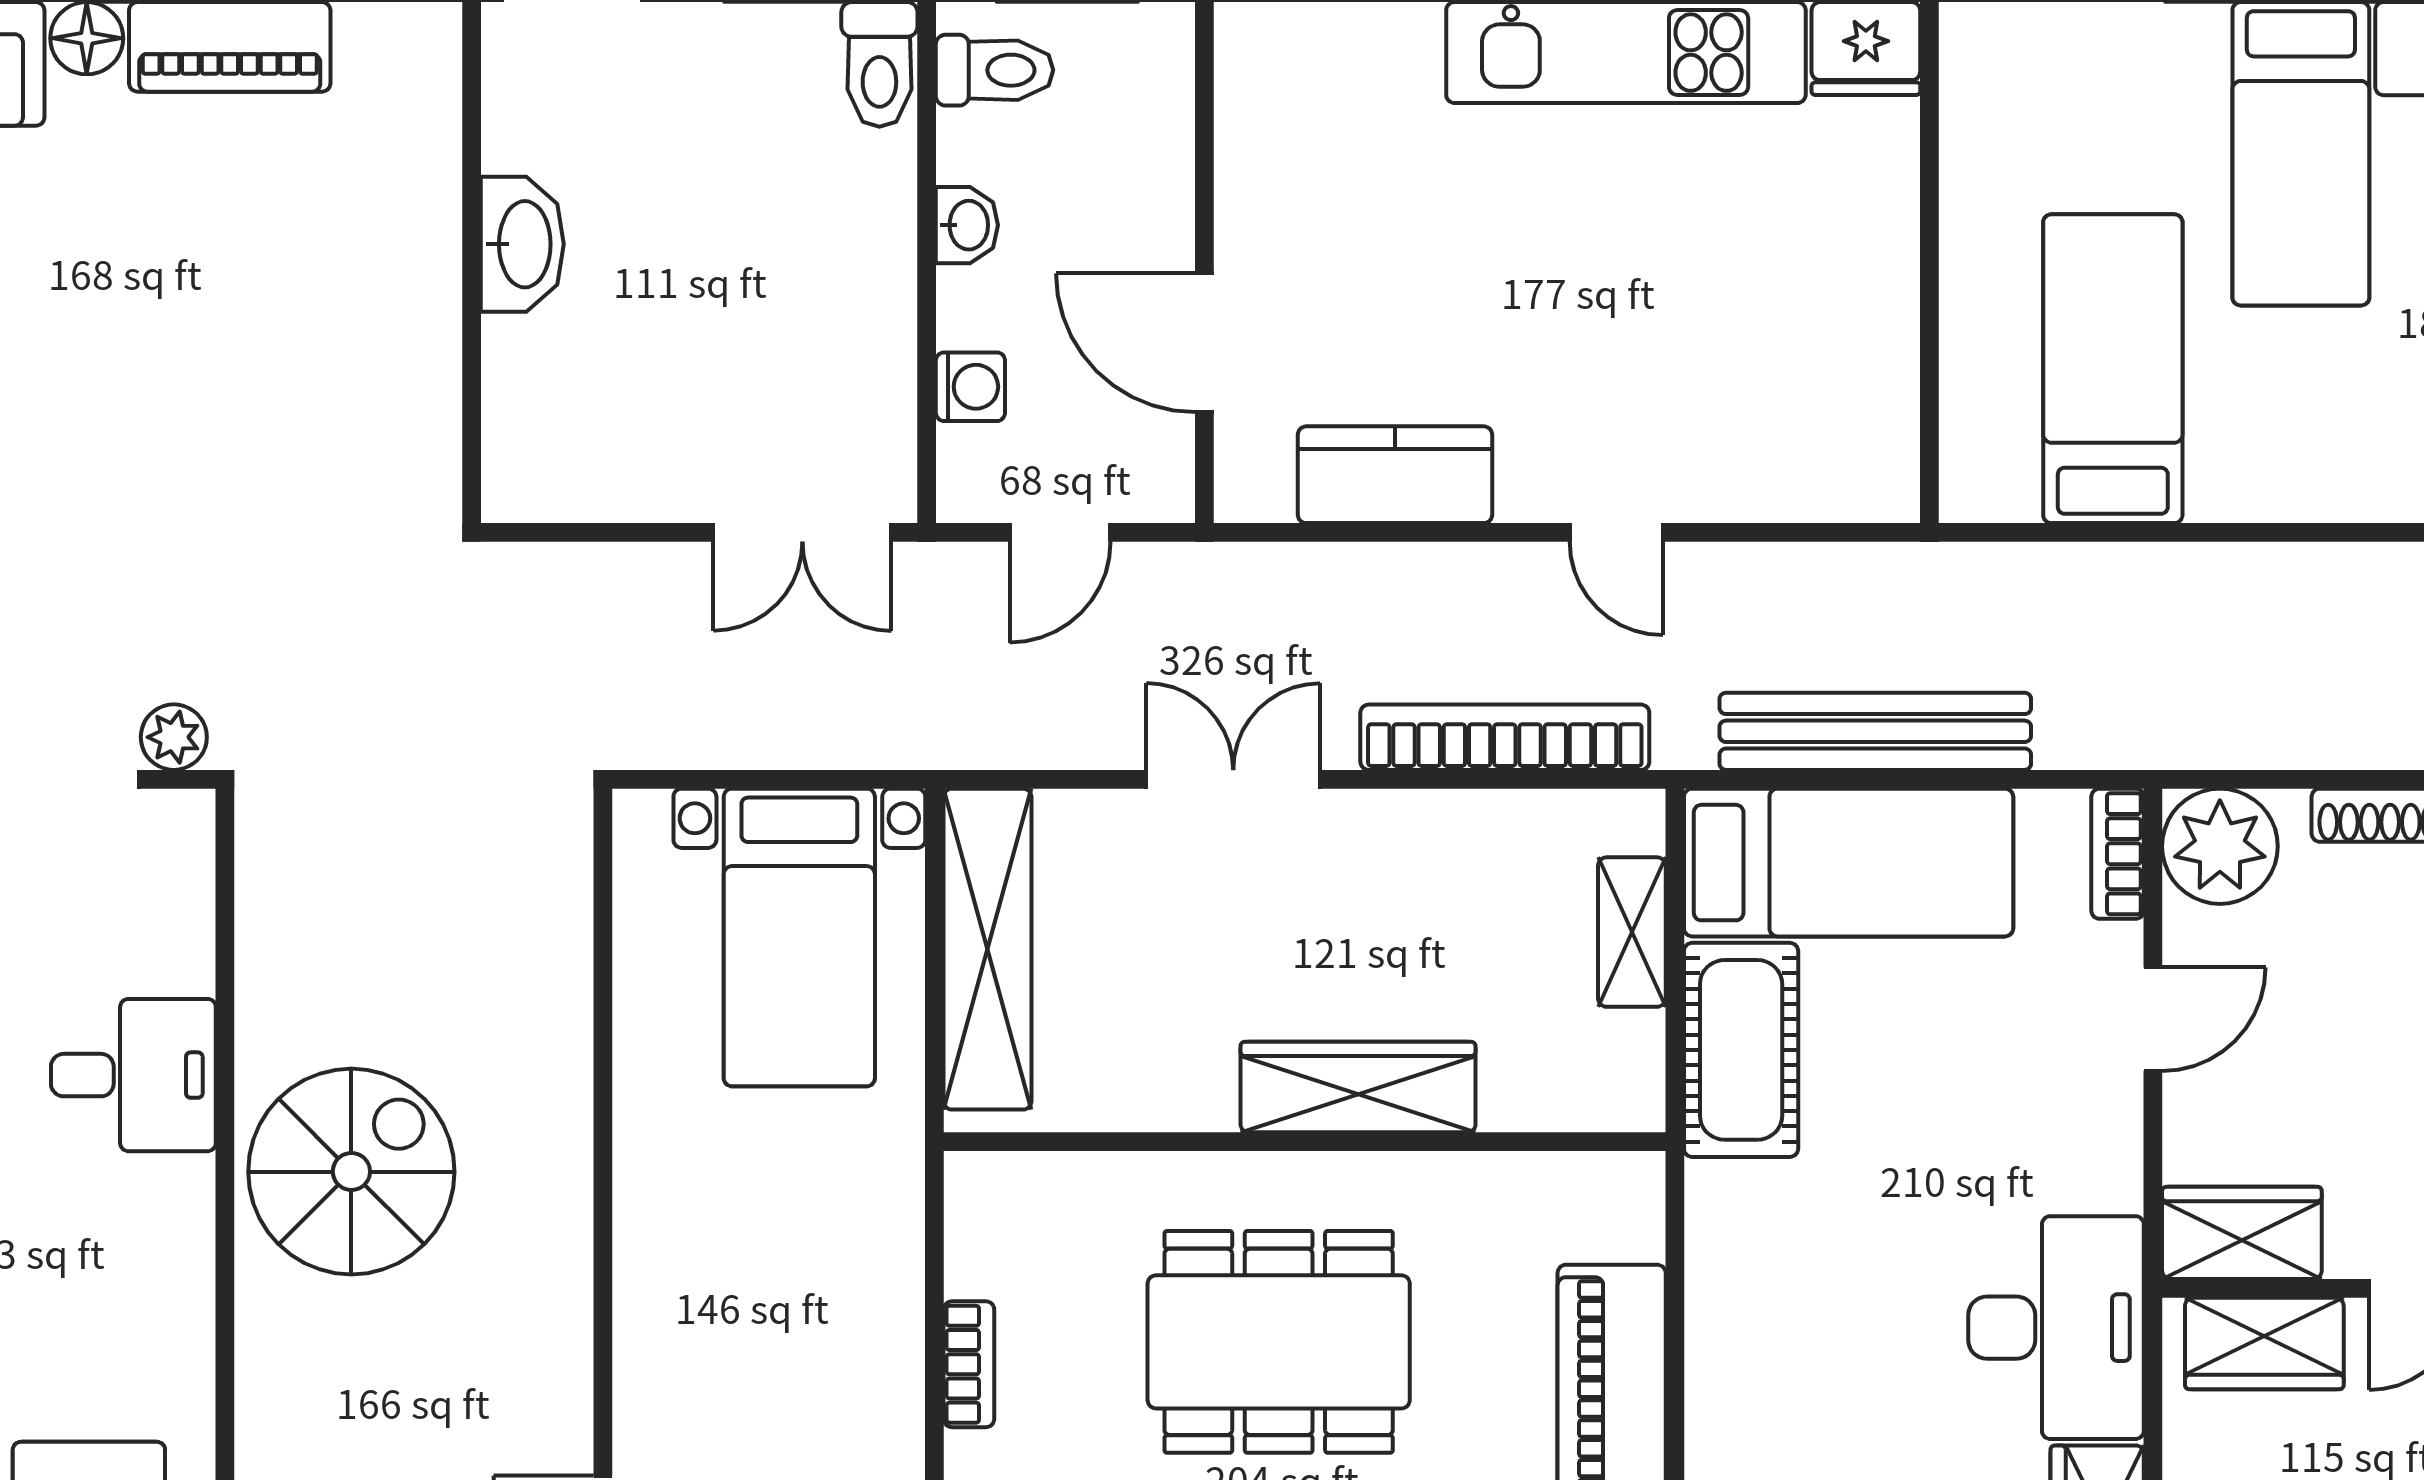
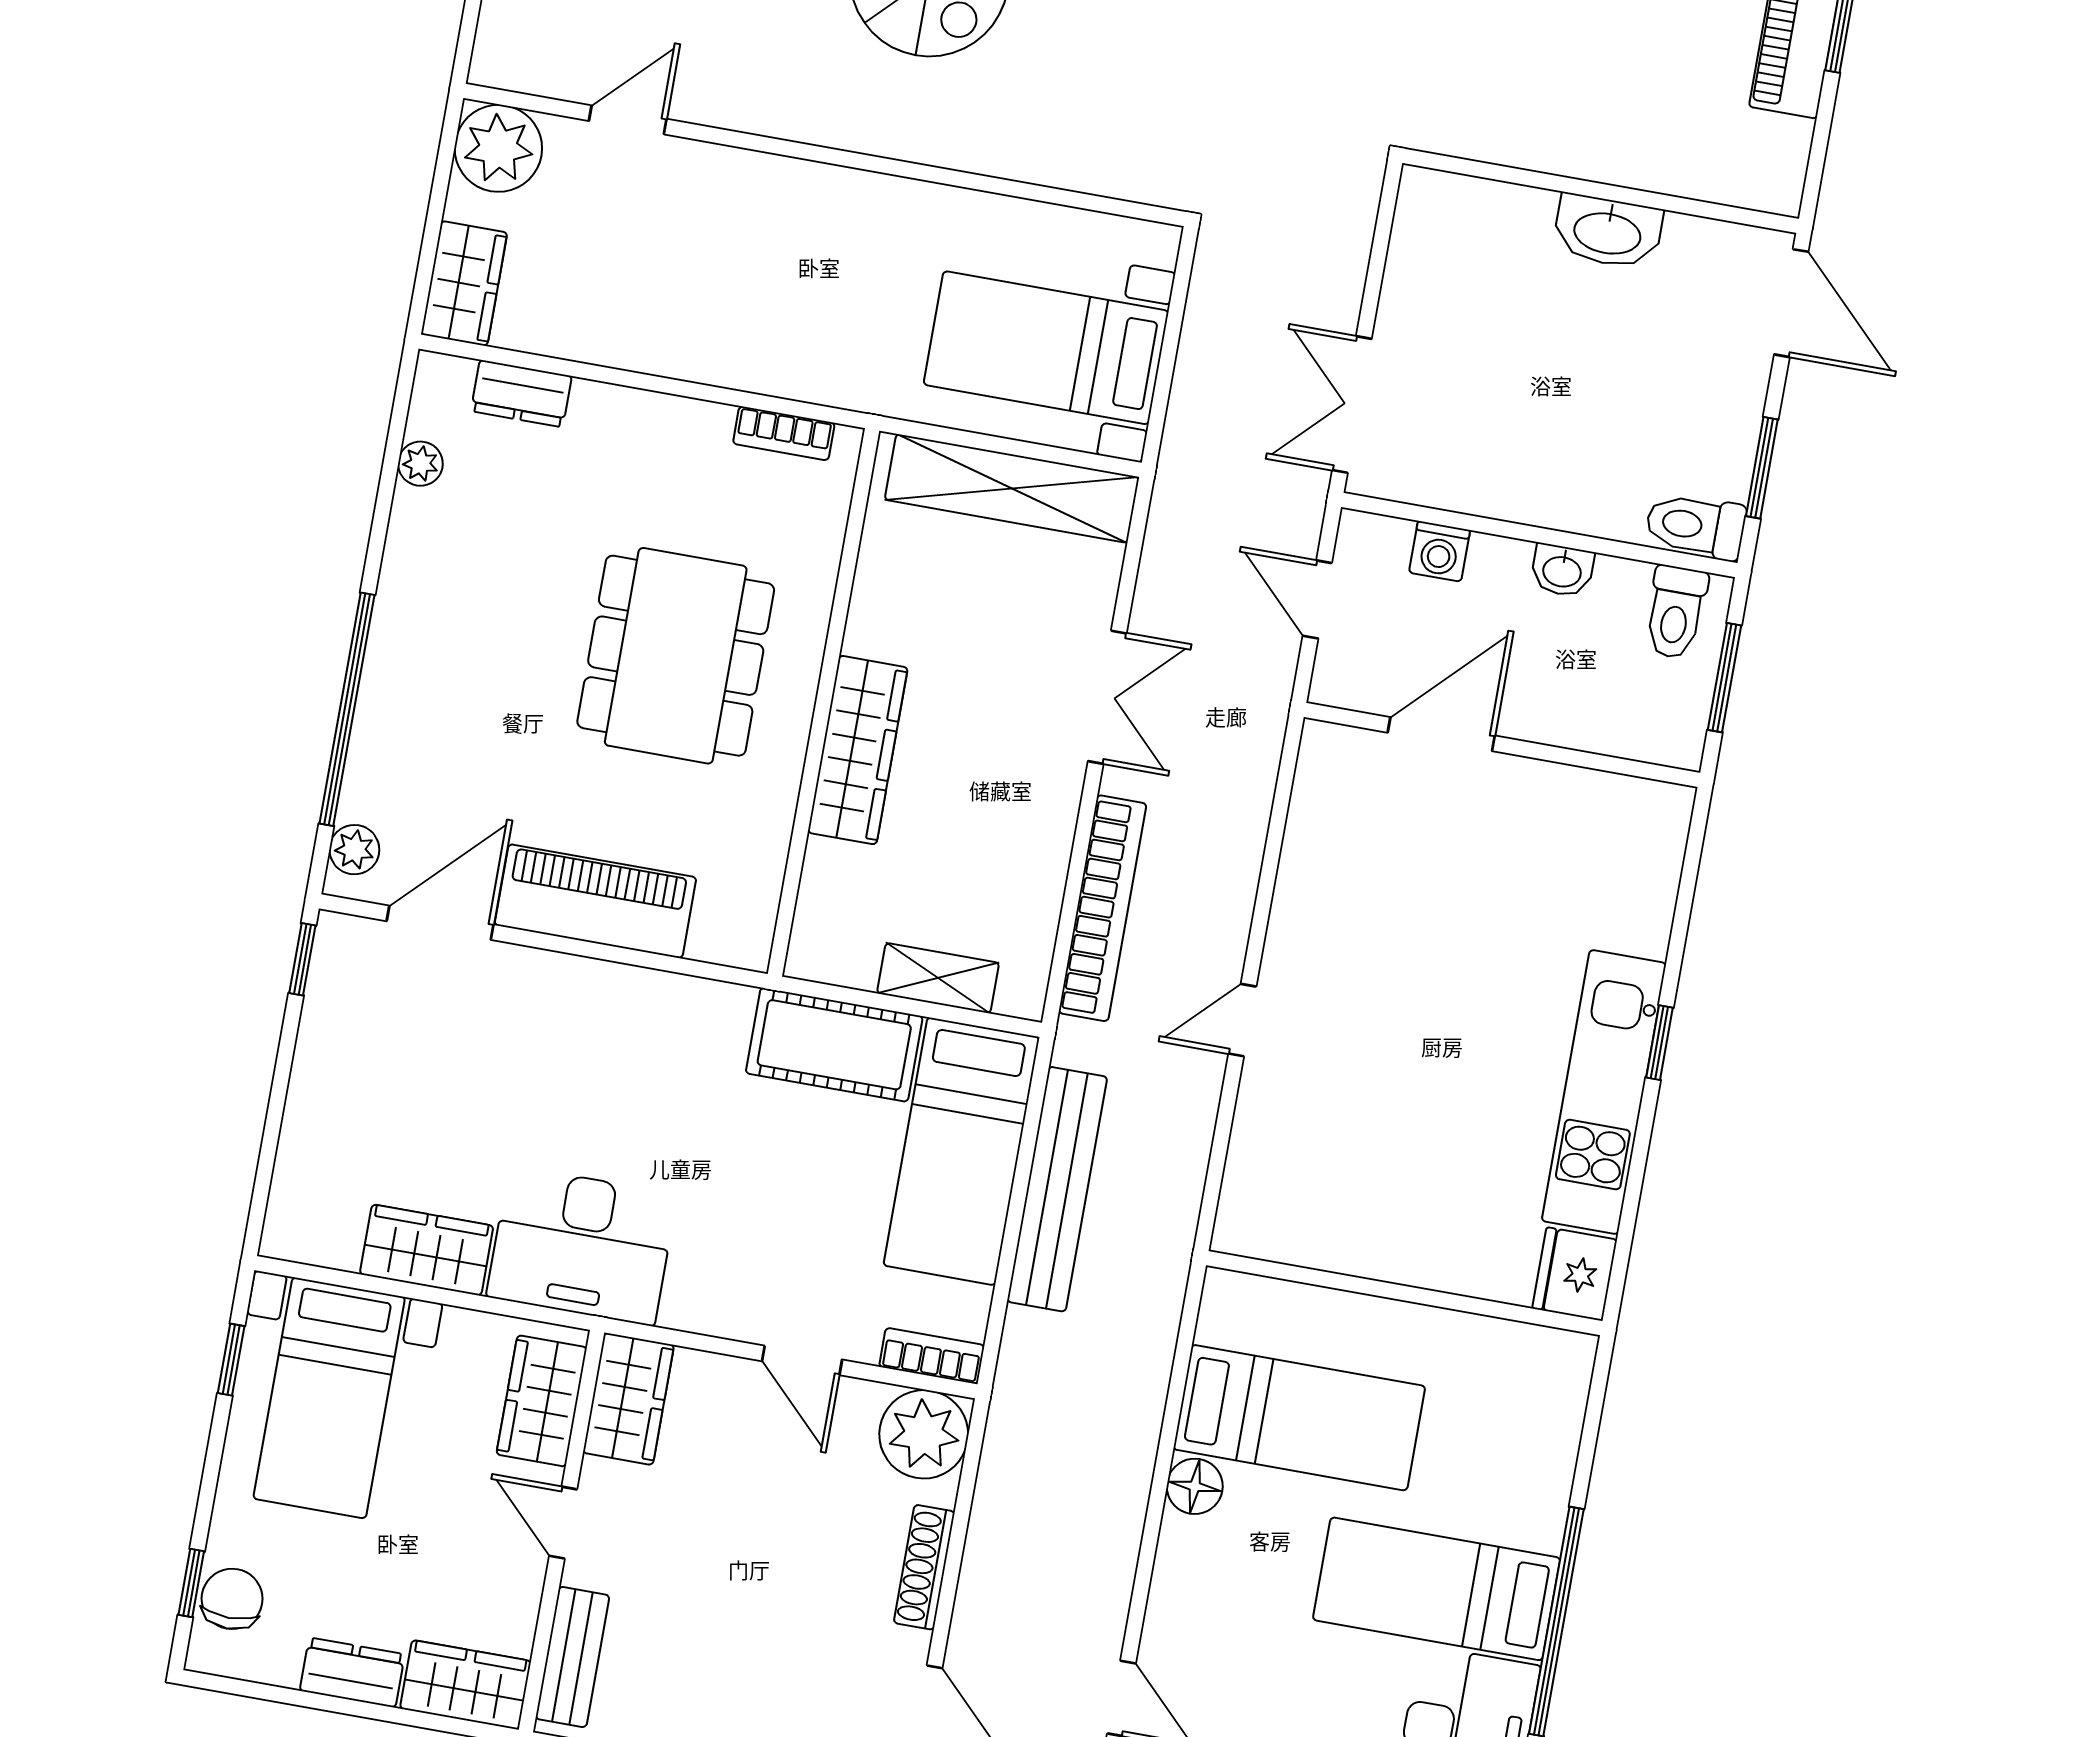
kitchen counter: (1395, 475) -> (1316, 861), removed
floor lamp: (2225, 487) -> (1195, 1486), added
bookcase: (969, 1364) -> (784, 433), moved

